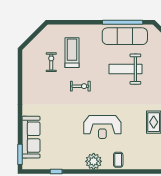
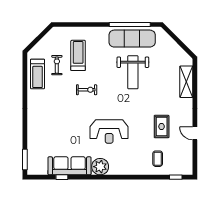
weight bench: (126, 69) -> (133, 72), turned -90
treadmill: (32, 71) -> (37, 74), added
sofa: (31, 137) -> (70, 166), moved, turned -90
coffee table: (118, 160) -> (158, 159), moved

